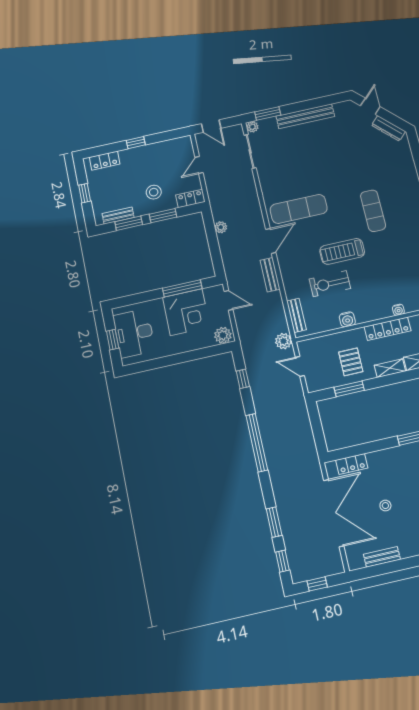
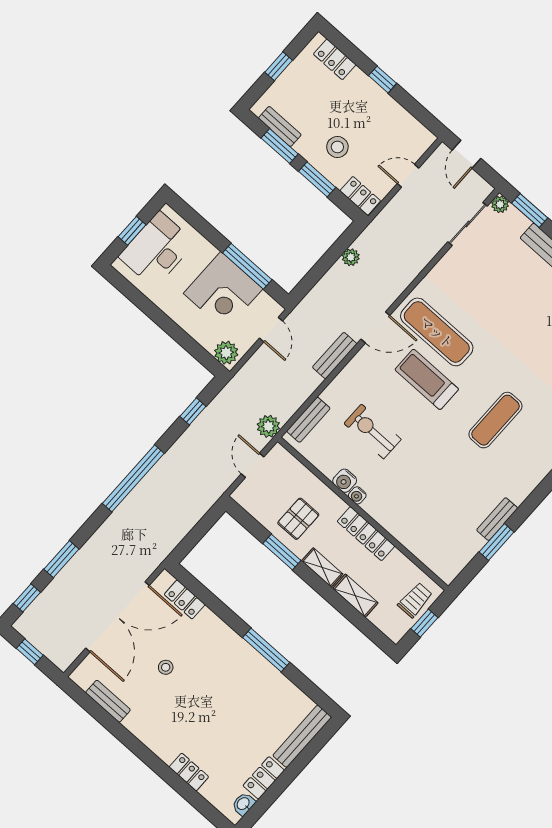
treadmill: (342, 251) -> (427, 379), moved
water cooler: (398, 310) -> (357, 495), moved
window: (349, 389) -> (282, 552), moved

